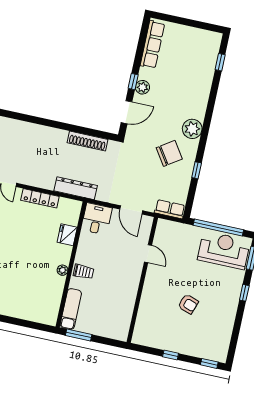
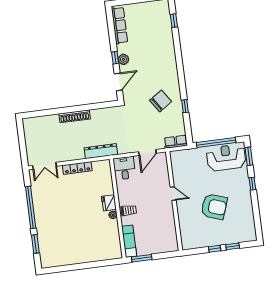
plant: (192, 129) -> (171, 77), removed
shoe rack: (88, 141) -> (75, 116), moved
door: (131, 210) -> (147, 152), hinge flipped
fridge: (67, 235) -> (109, 203), moved
door: (148, 254) -> (173, 194), moved
armchair: (188, 304) -> (214, 207), width x1.88, depth x1.88
window: (209, 363) -> (233, 246), moved

